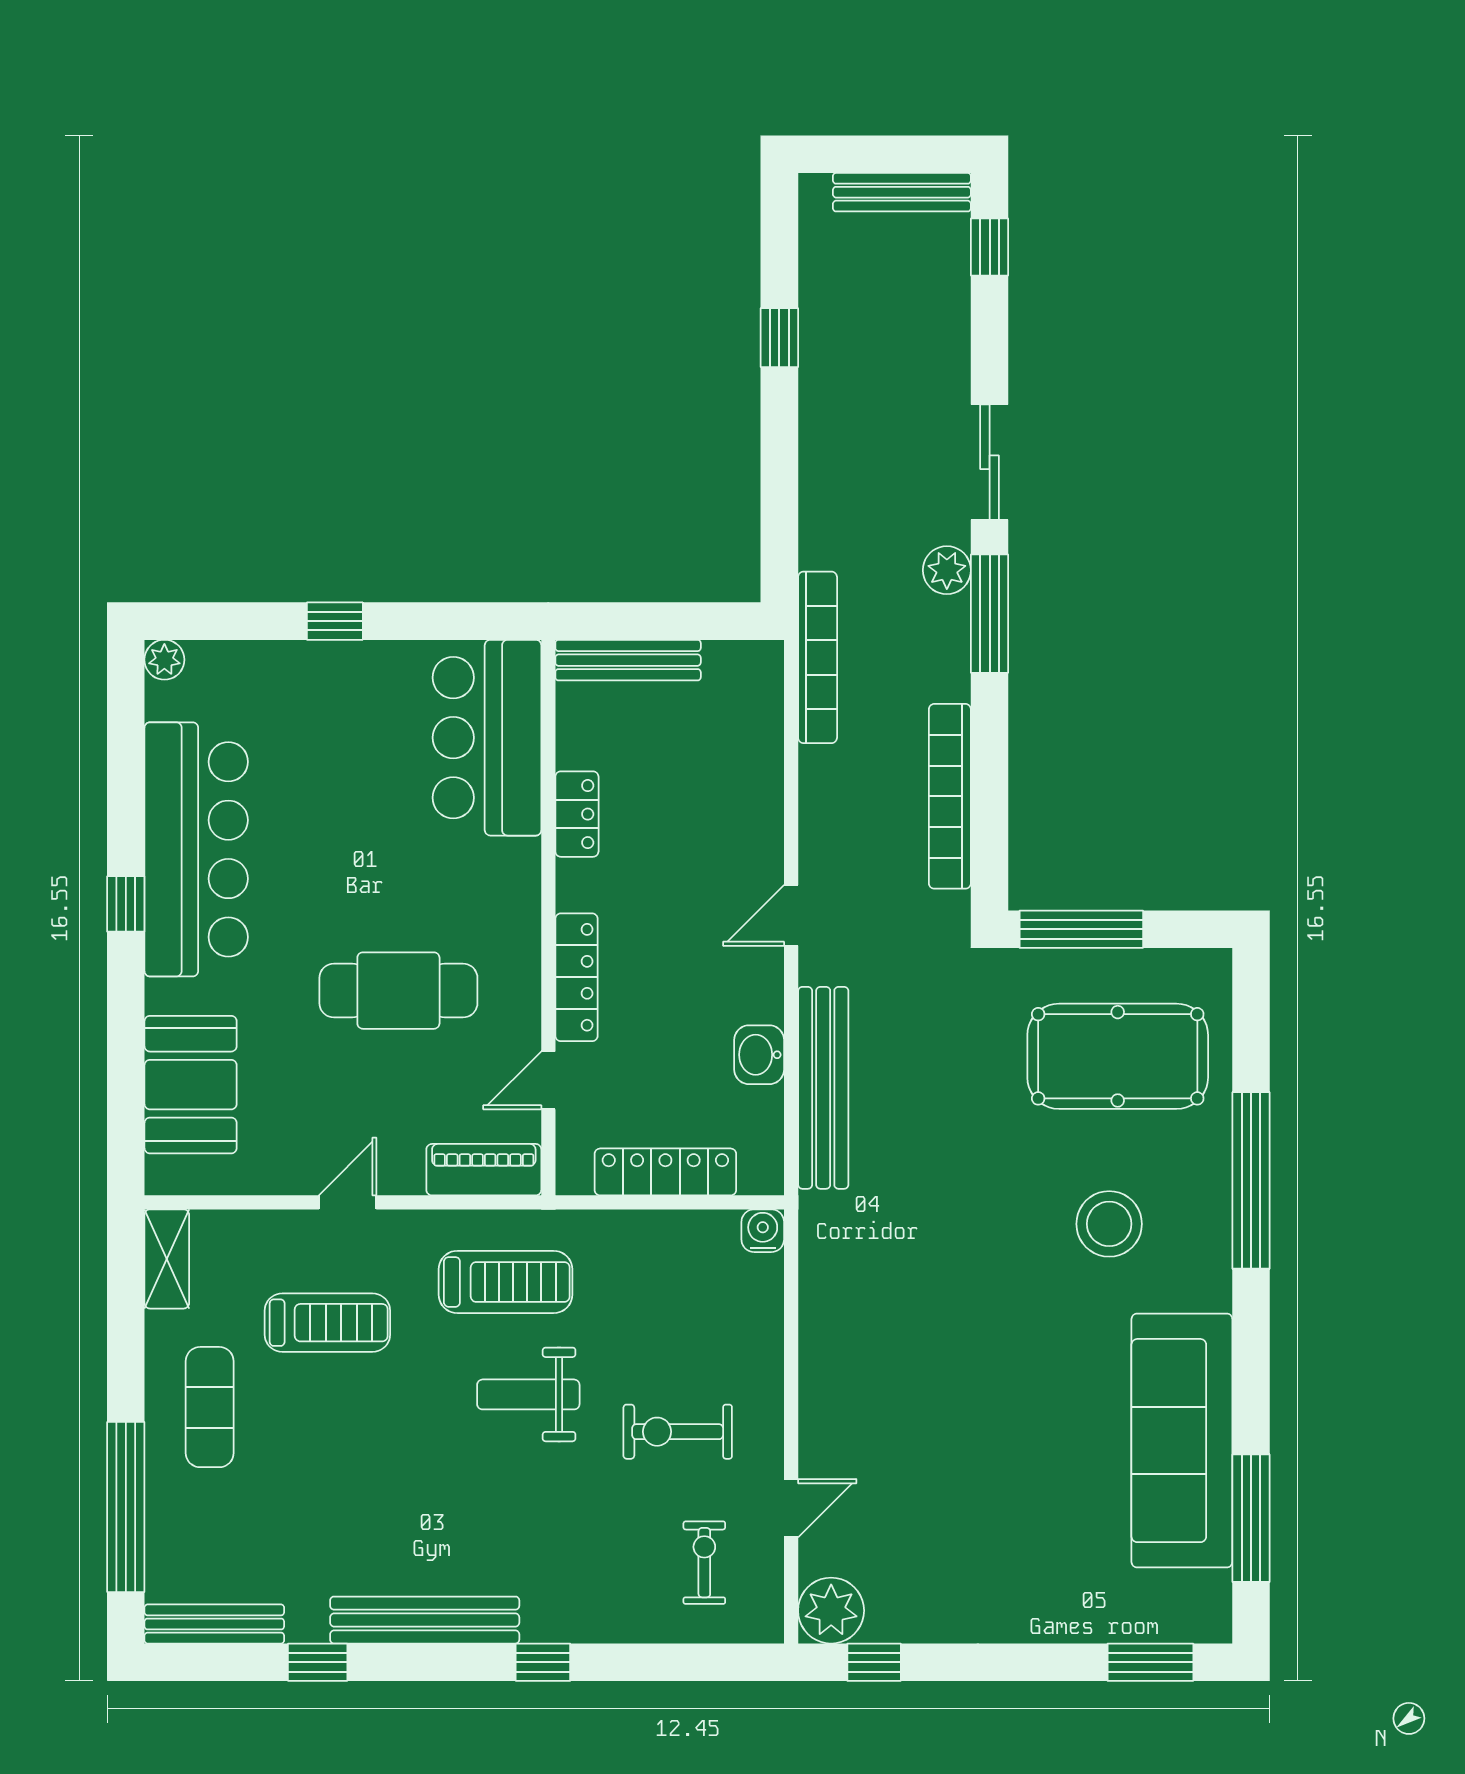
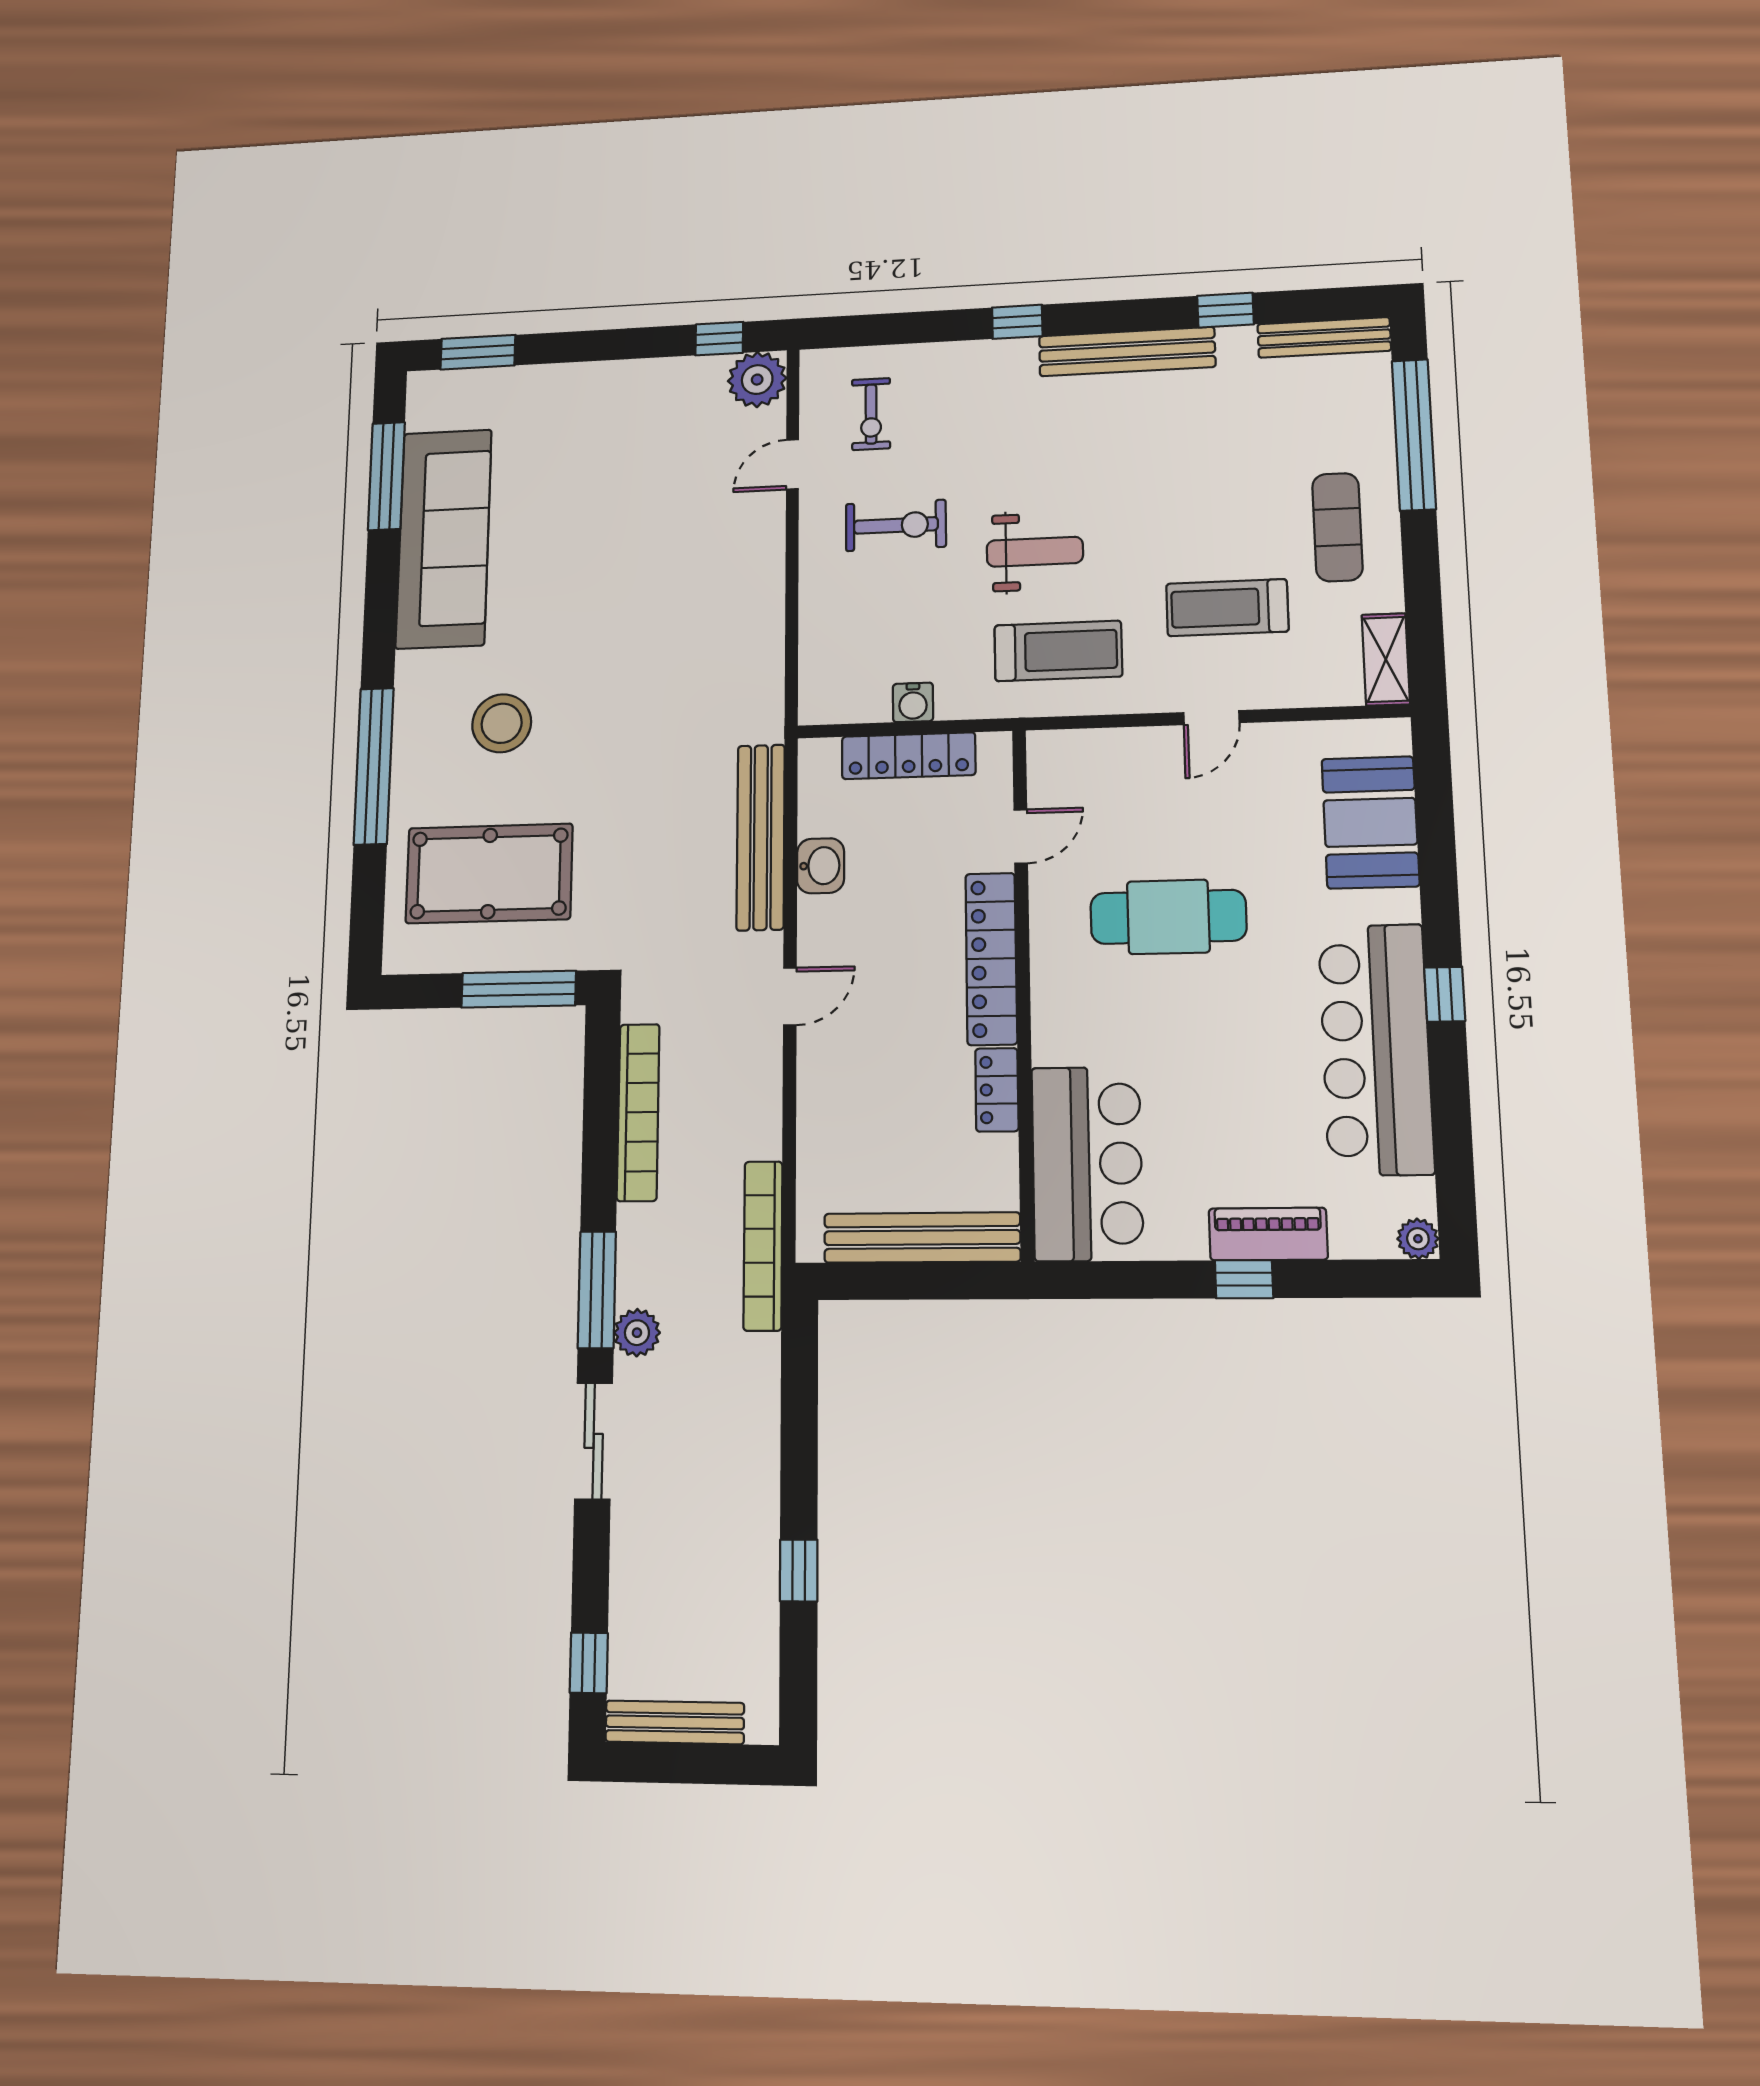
bench: (628, 660) -> (922, 1238), width x1.37, depth x1.21
locker: (576, 977) -> (991, 959), width x1.41, depth x1.21
piano: (484, 1170) -> (1268, 1234), moved, turned 180
water cooler: (763, 1231) -> (913, 702), moved
treadmill: (505, 1282) -> (1058, 651), turned 180

